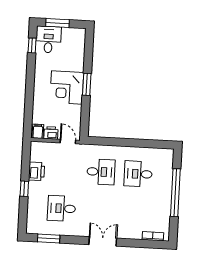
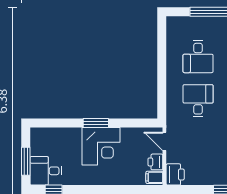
door: (68, 142) -> (164, 141), hinge flipped
printer: (37, 171) -> (175, 174), moved, turned 90

